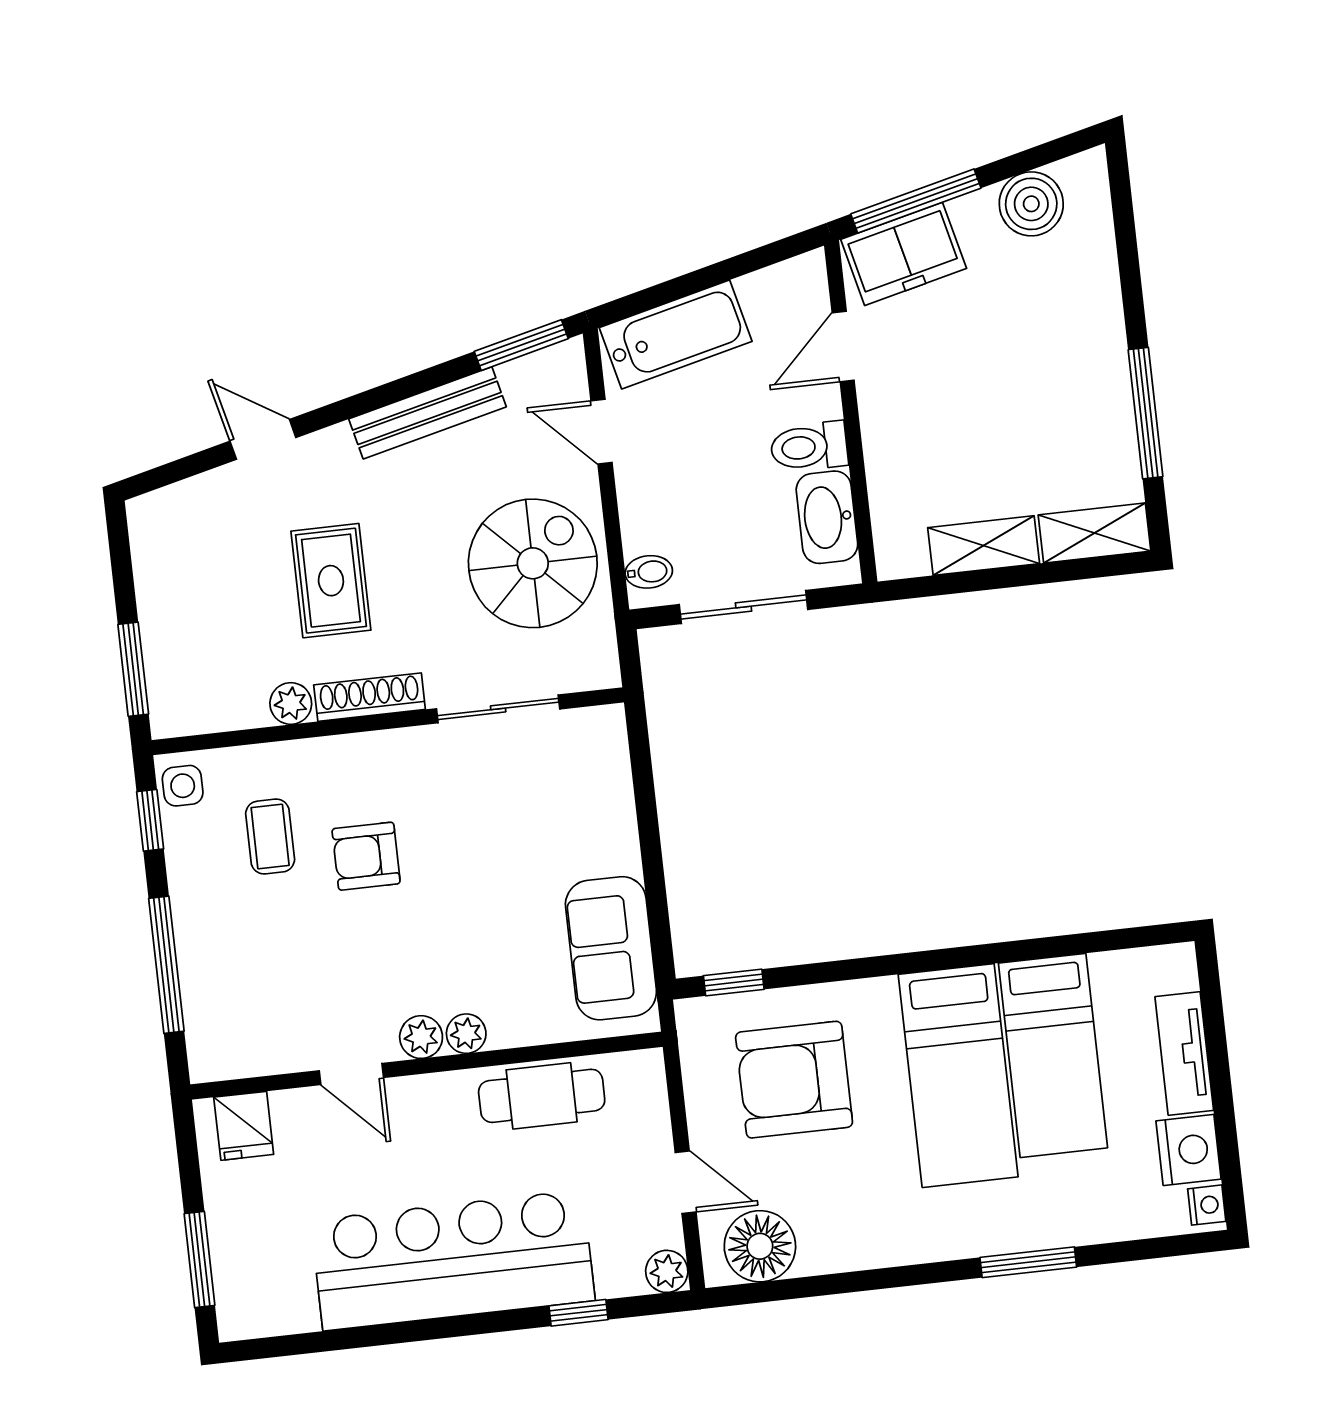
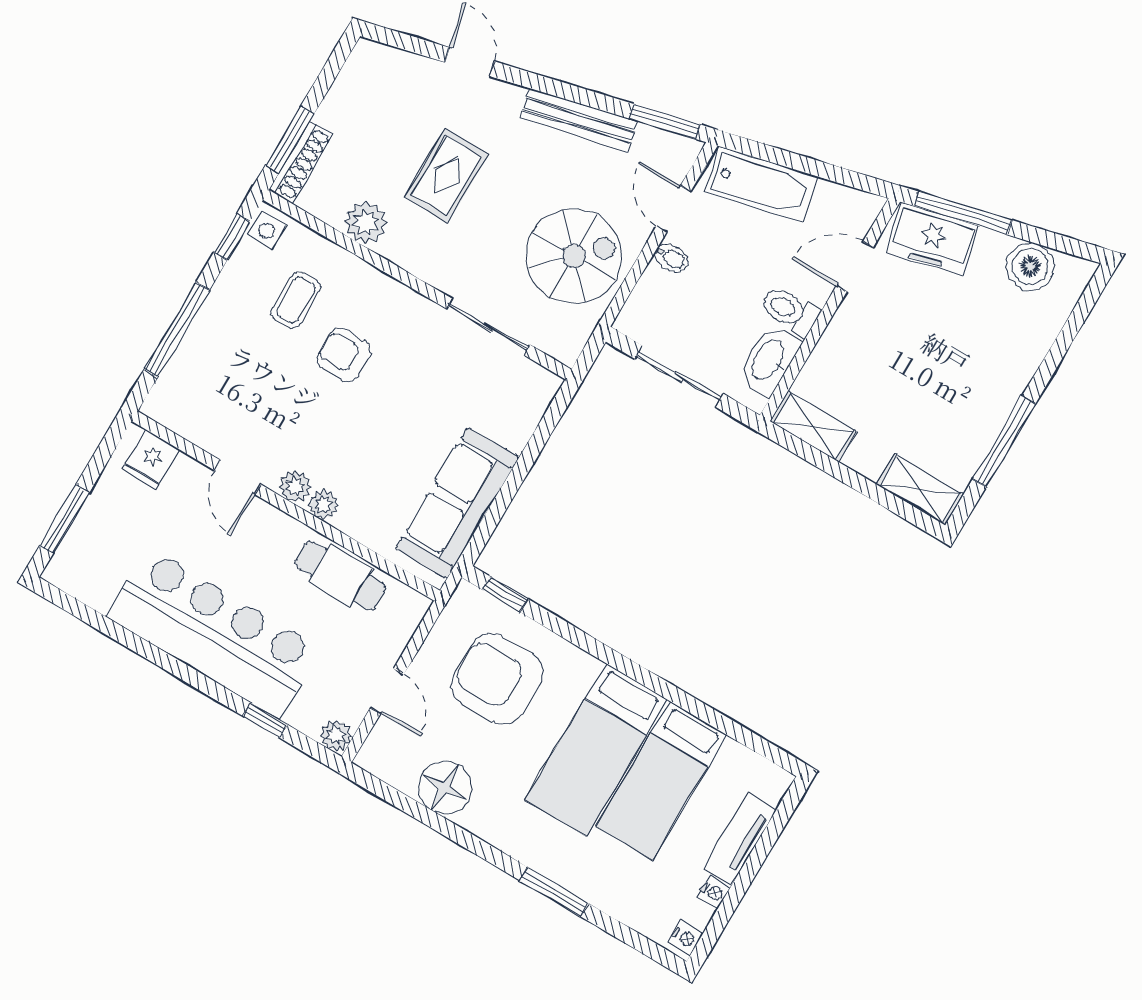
shelving: (984, 546) -> (813, 426), moved
bidet: (649, 572) -> (671, 258), moved
shoe rack: (370, 697) -> (301, 162), moved, turned 90
plant: (291, 703) -> (366, 223), width x1.38, depth x1.38
sofa: (611, 948) -> (457, 503), width x1.36
nightstand: (1189, 1150) -> (714, 892), width x0.53, depth x0.56
floor lamp: (760, 1246) -> (445, 787), moved

